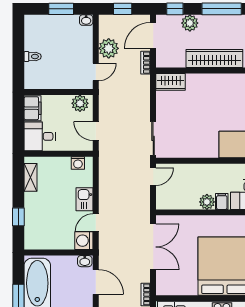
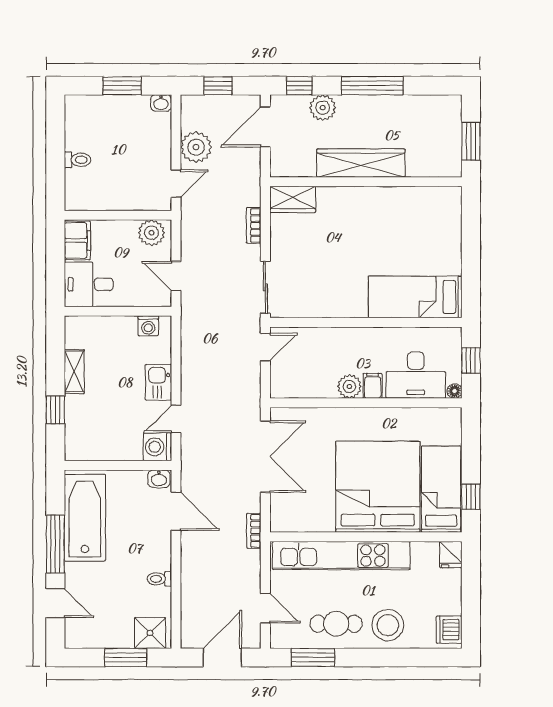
bookcase: (146, 63) -> (254, 225), moved
shelving: (30, 177) -> (74, 371), moved

